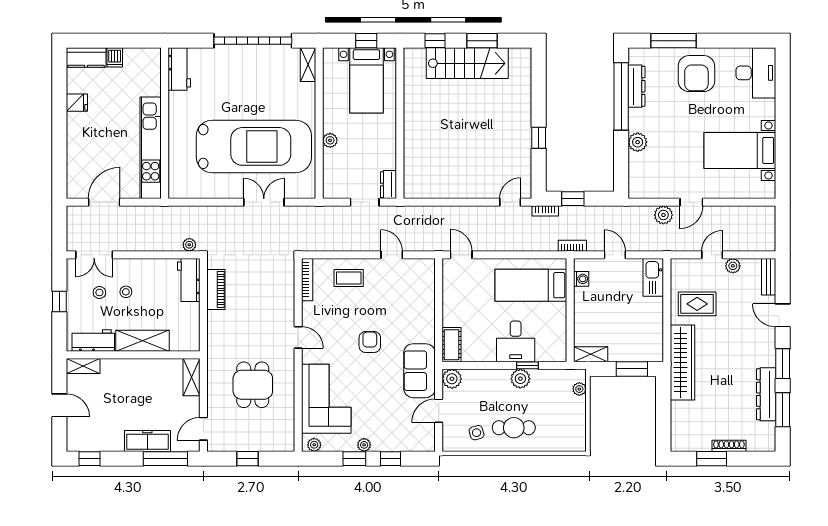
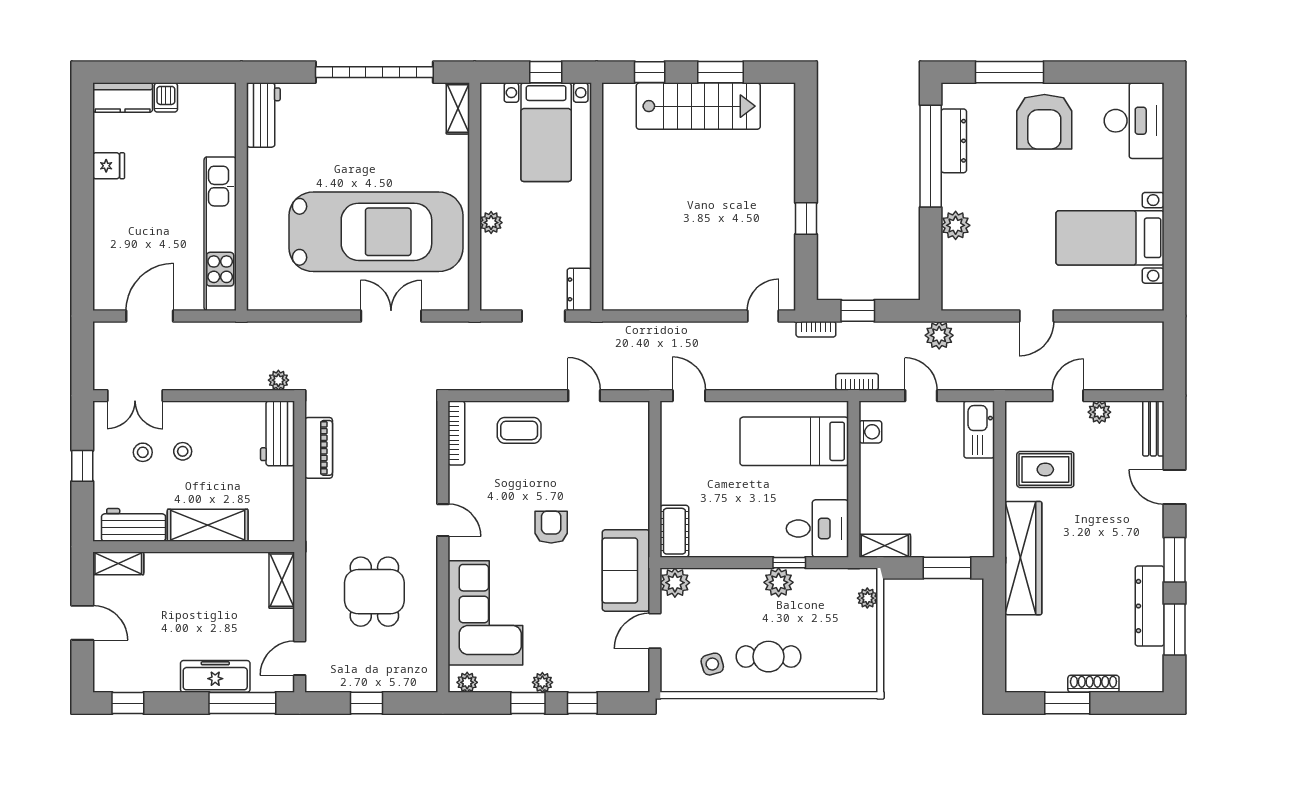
plant: (663, 215) -> (939, 335), moved
desk: (516, 341) -> (817, 528), moved, turned -90

